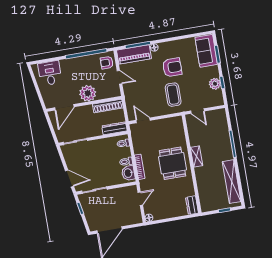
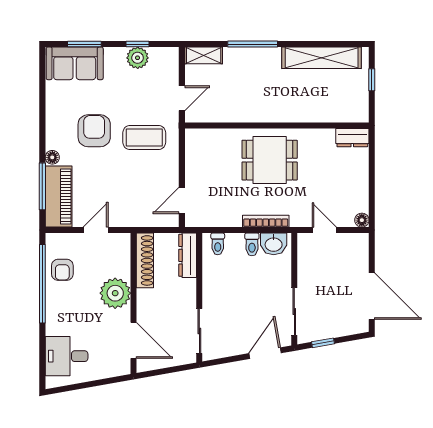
armchair: (107, 63) -> (62, 270), moved
shelving: (197, 156) -> (204, 55), moved

